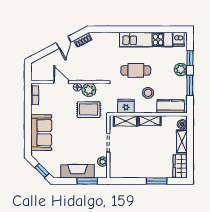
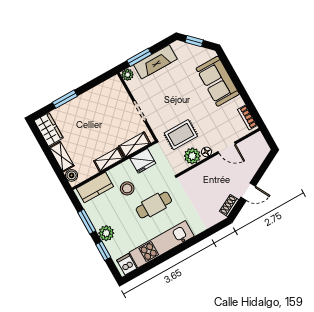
door: (64, 42) -> (248, 192), swing flipped
plant: (102, 162) -> (128, 75), moved

